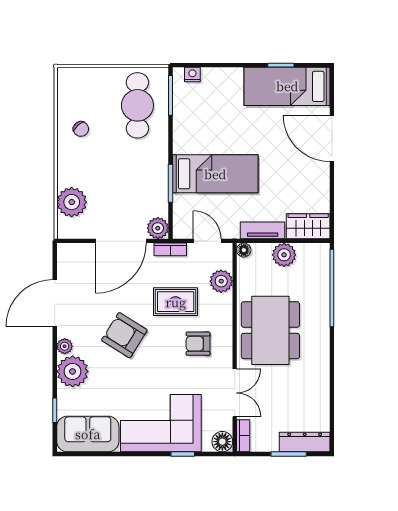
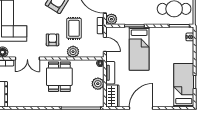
door: (332, 139) -> (141, 108), moved
door: (207, 241) -> (105, 44), hinge flipped
plant: (221, 281) -> (73, 52), moved
dining table: (270, 330) -> (59, 77), width x0.73

